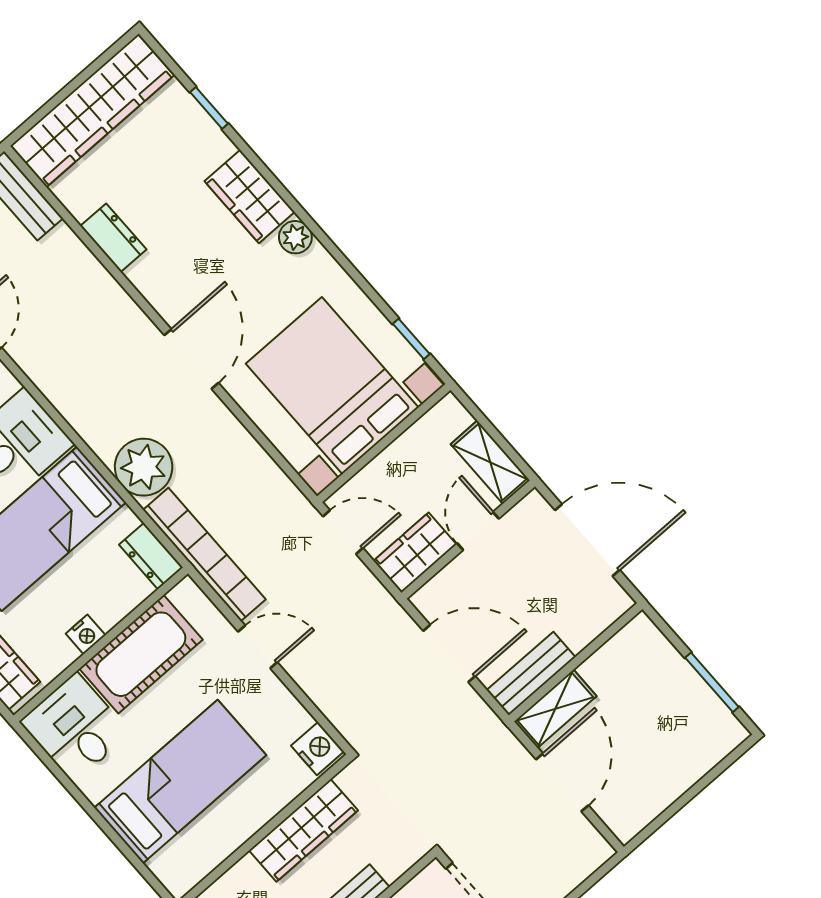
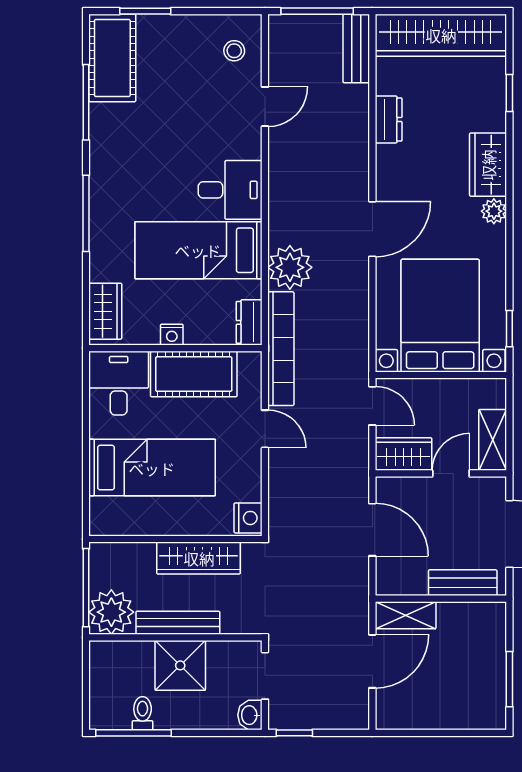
bench: (531, 674) -> (463, 583), moved

